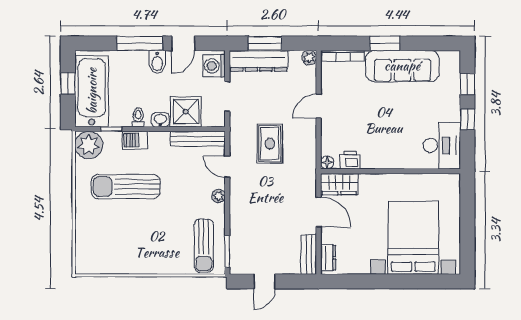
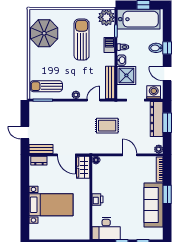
window: (140, 43) -> (167, 48), width x0.46
bidet: (157, 62) -> (156, 48), moved
printer: (350, 160) -> (97, 199), moved
door: (319, 212) -> (66, 155), hinge flipped
bed with nightstands: (413, 238) -> (51, 205), width x0.73
parasol: (115, 249) -> (44, 33), added
door: (264, 281) -> (25, 133), moved

